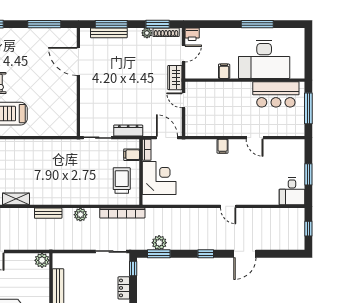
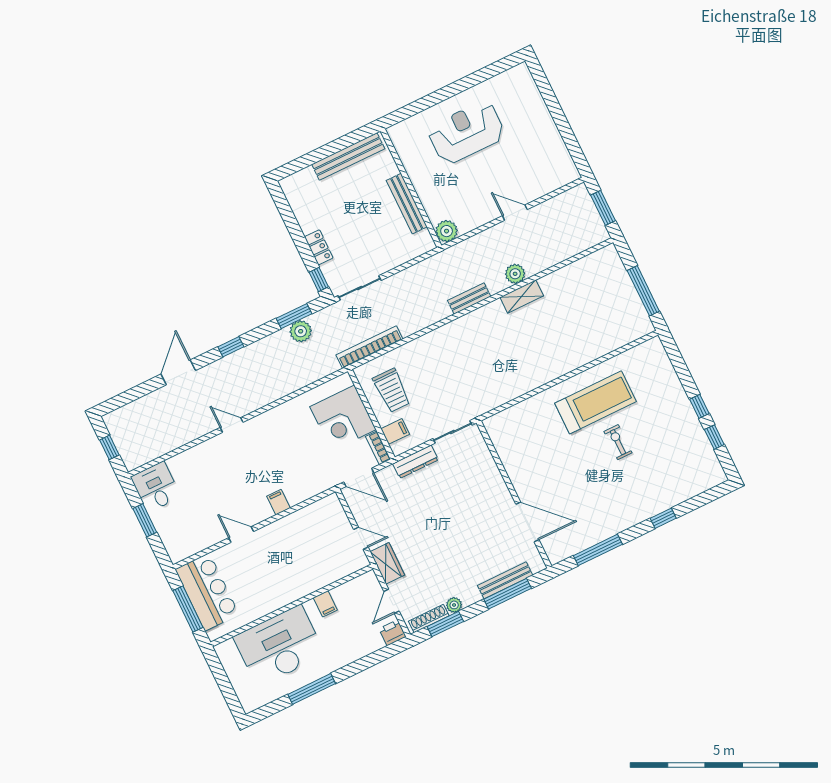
bar counter: (276, 94) -> (207, 592), moved, turned 90
plant: (80, 215) -> (515, 274), moved

